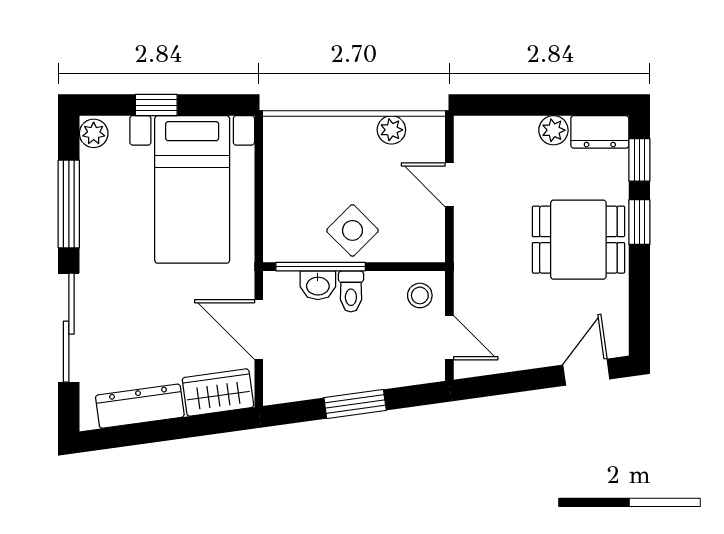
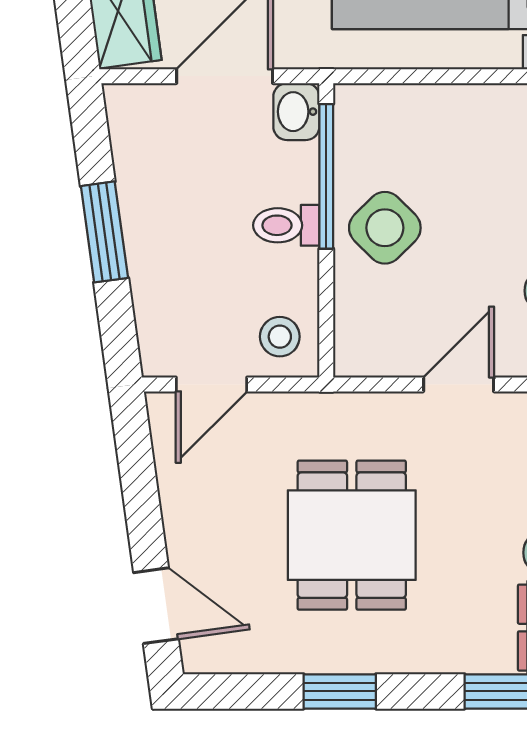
window: (639, 222) -> (340, 691), moved
dining table: (578, 240) -> (352, 535), moved
washbasin: (318, 285) -> (296, 112), moved

